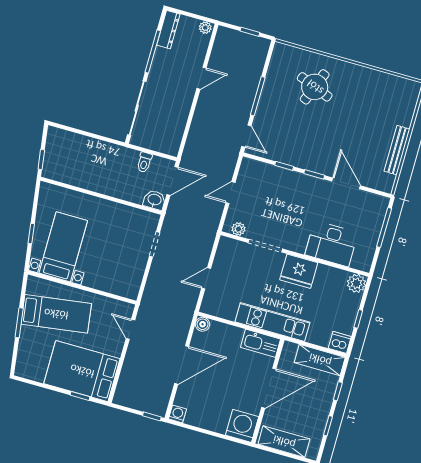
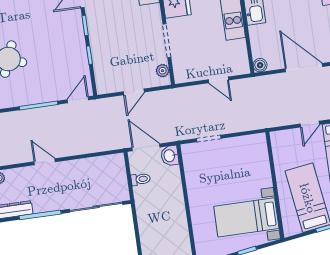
door: (230, 193) -> (134, 92), hinge flipped
door: (130, 329) -> (310, 124), moved

